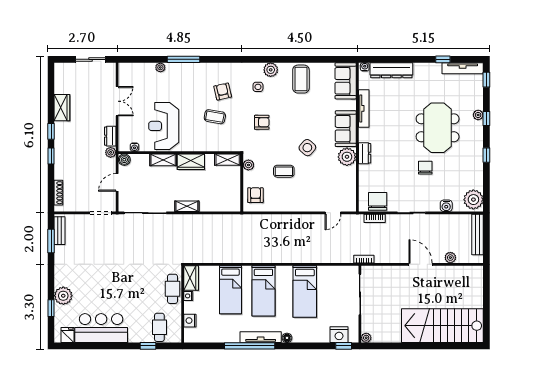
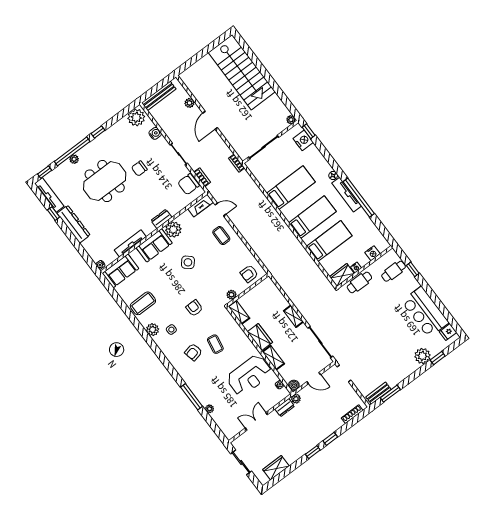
dresser: (391, 70) -> (74, 224), moved
wardrobe: (62, 108) -> (276, 468), moved
window: (486, 119) -> (72, 151), width x3.17
coffee table: (284, 171) -> (221, 236), moved
fireplace: (350, 198) -> (201, 205), added

